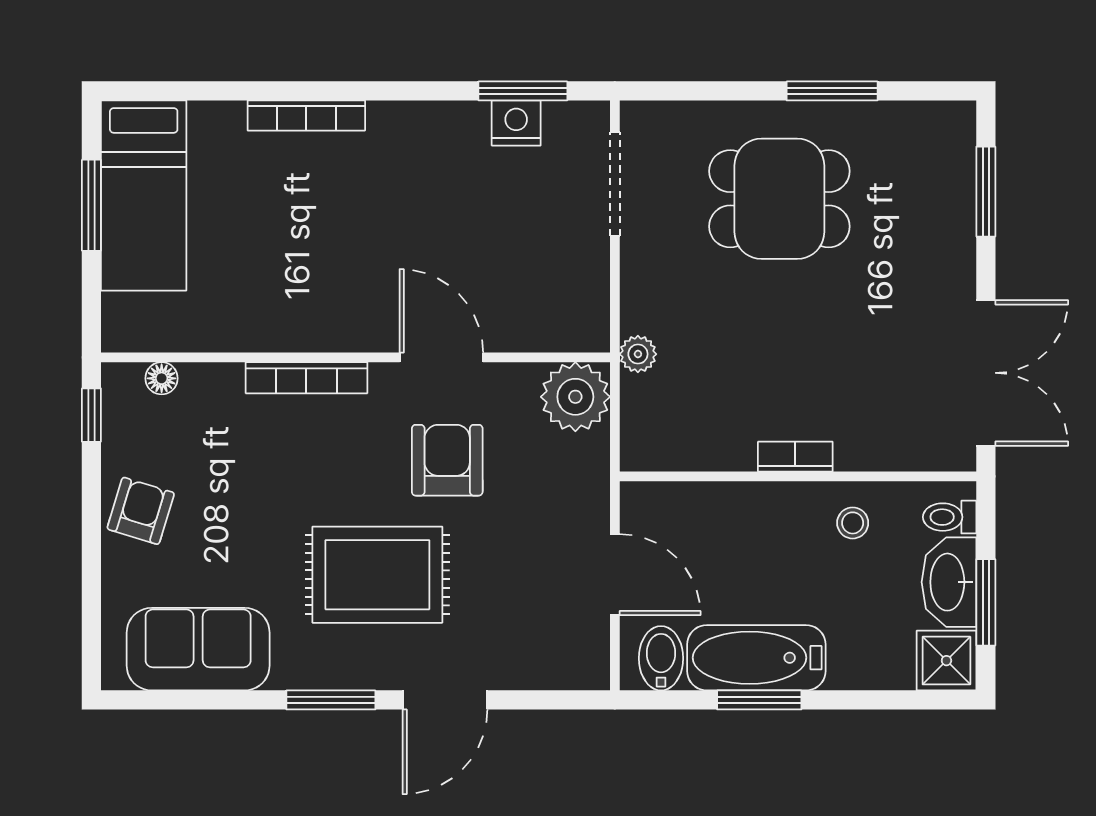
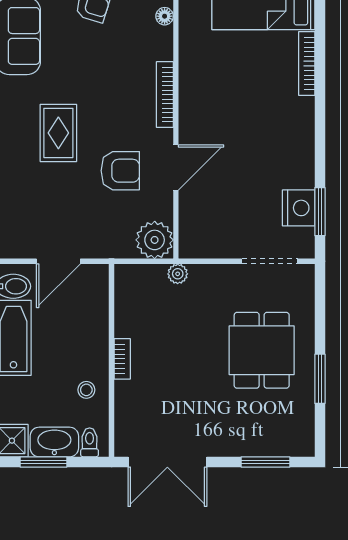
bookcase: (306, 116) -> (307, 64), moved
nightstand: (516, 123) -> (299, 208), width x1.36, depth x1.33
rug: (377, 575) -> (58, 133), width x0.73, depth x0.70

